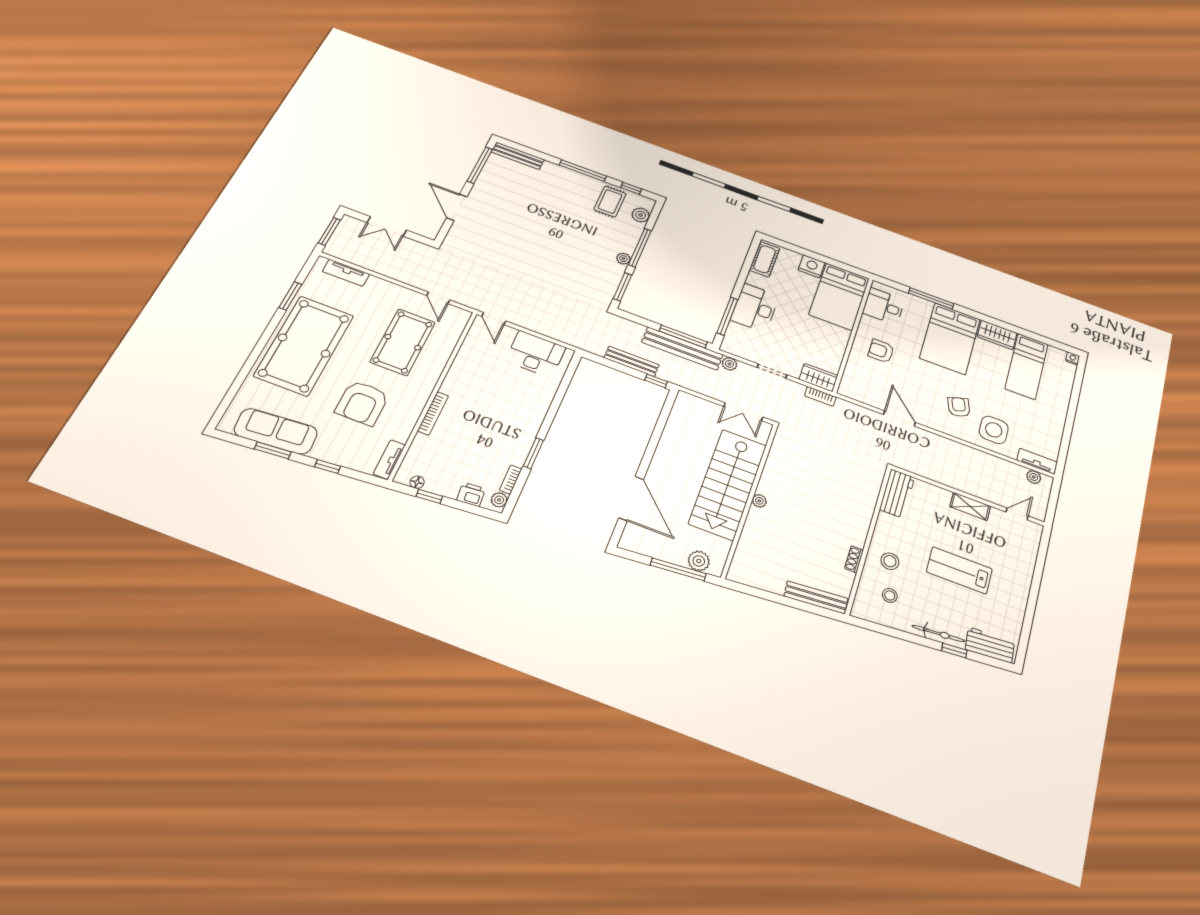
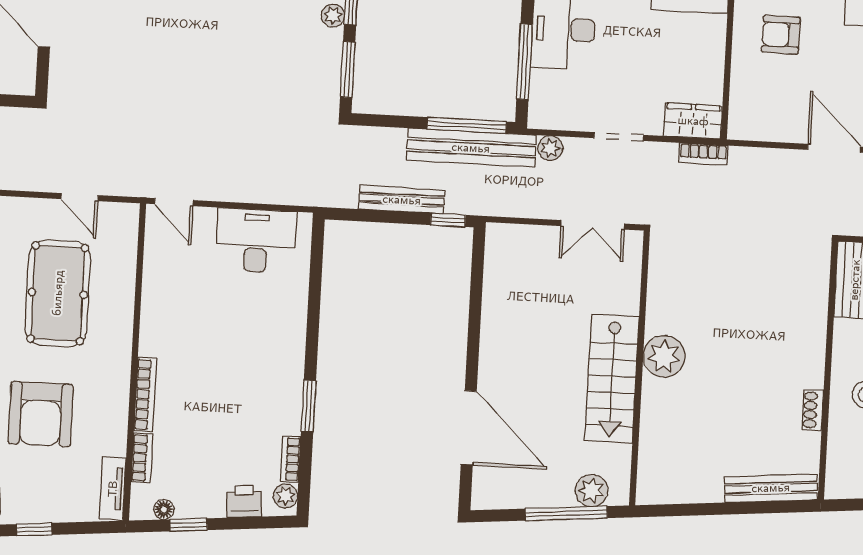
bookcase: (416, 448) -> (142, 458), added
stairs: (728, 484) -> (612, 379), width x0.73, depth x0.66
plant: (759, 501) -> (664, 356), width x1.87, depth x1.87

